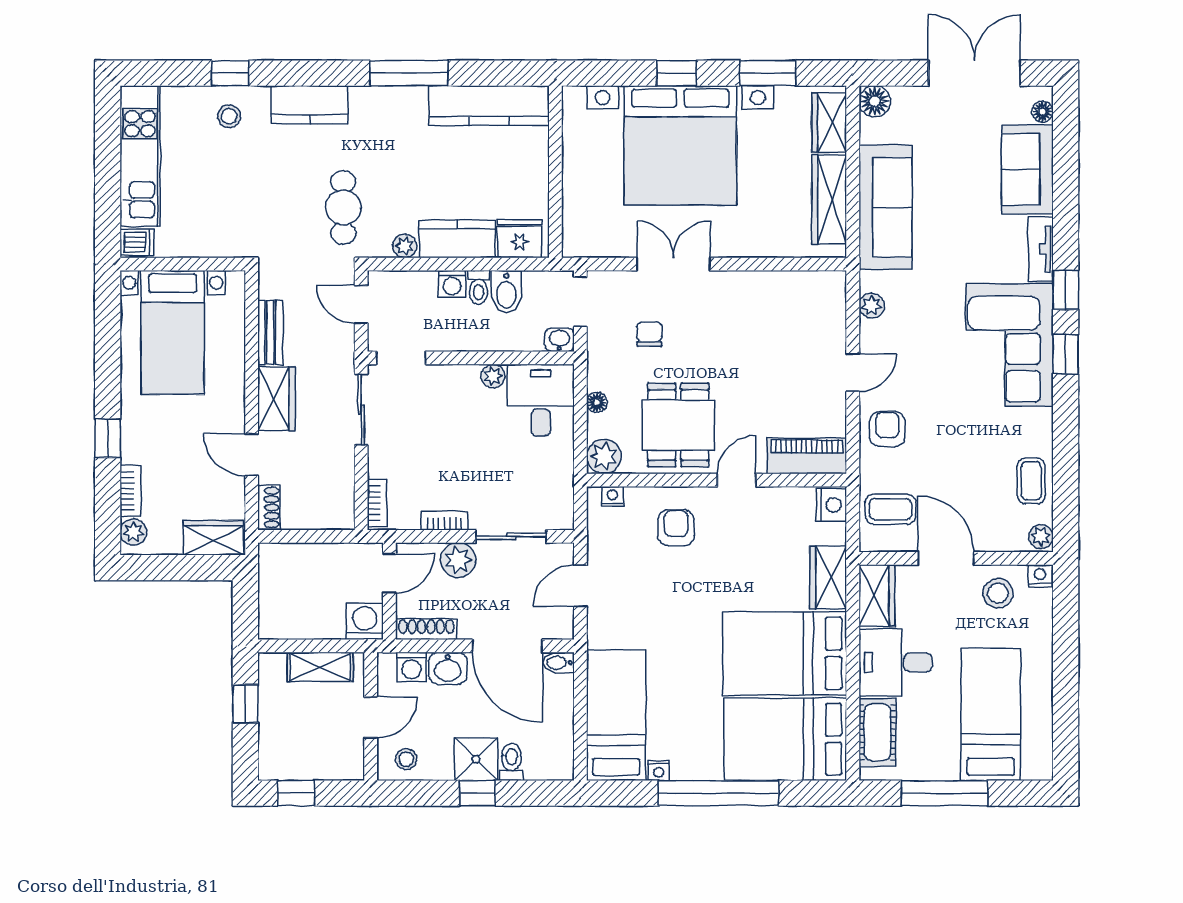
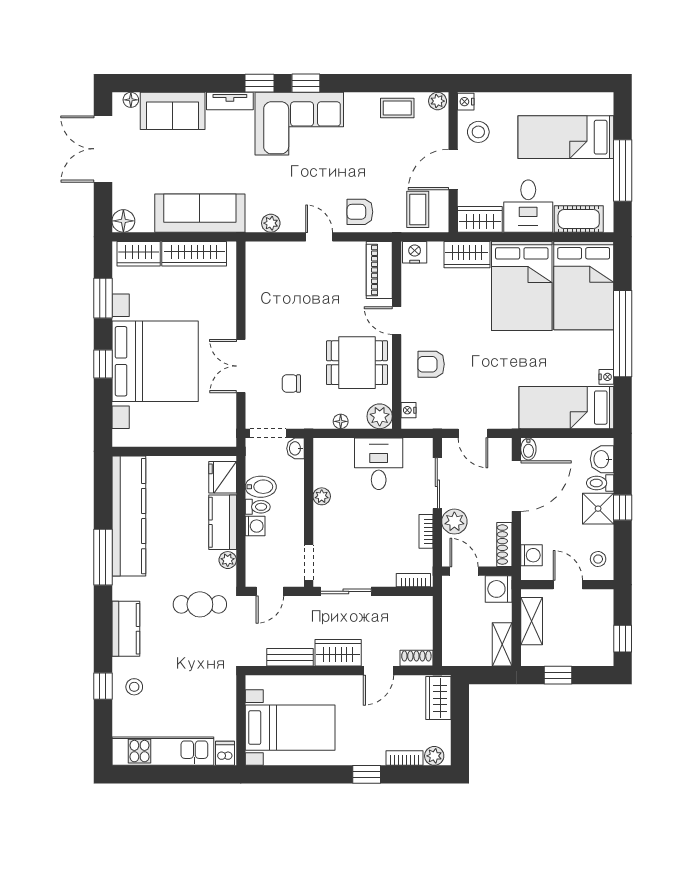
kitchen counter: (489, 106) -> (129, 516), width x1.39, depth x1.17
desk: (541, 400) -> (379, 464), moved, turned 90
shelving: (288, 626) -> (502, 644), added
washbasin: (448, 668) -> (602, 459), moved, turned 180

